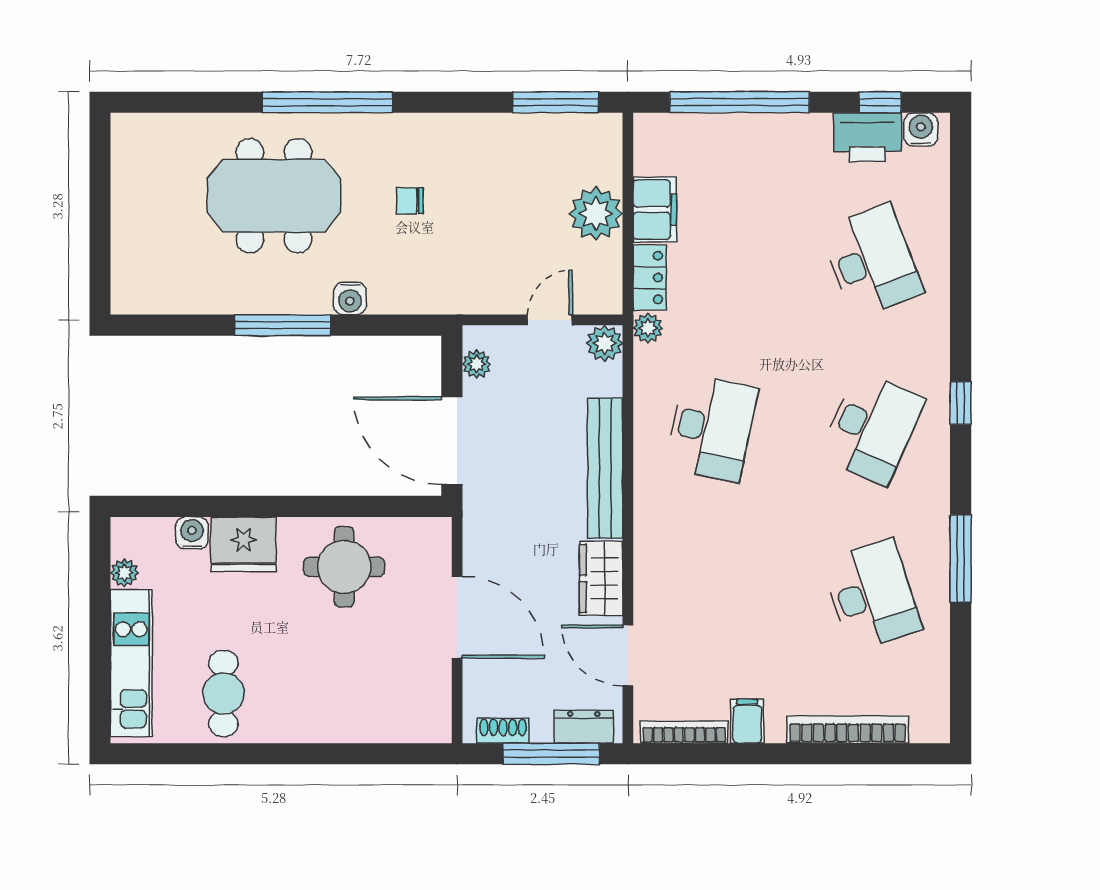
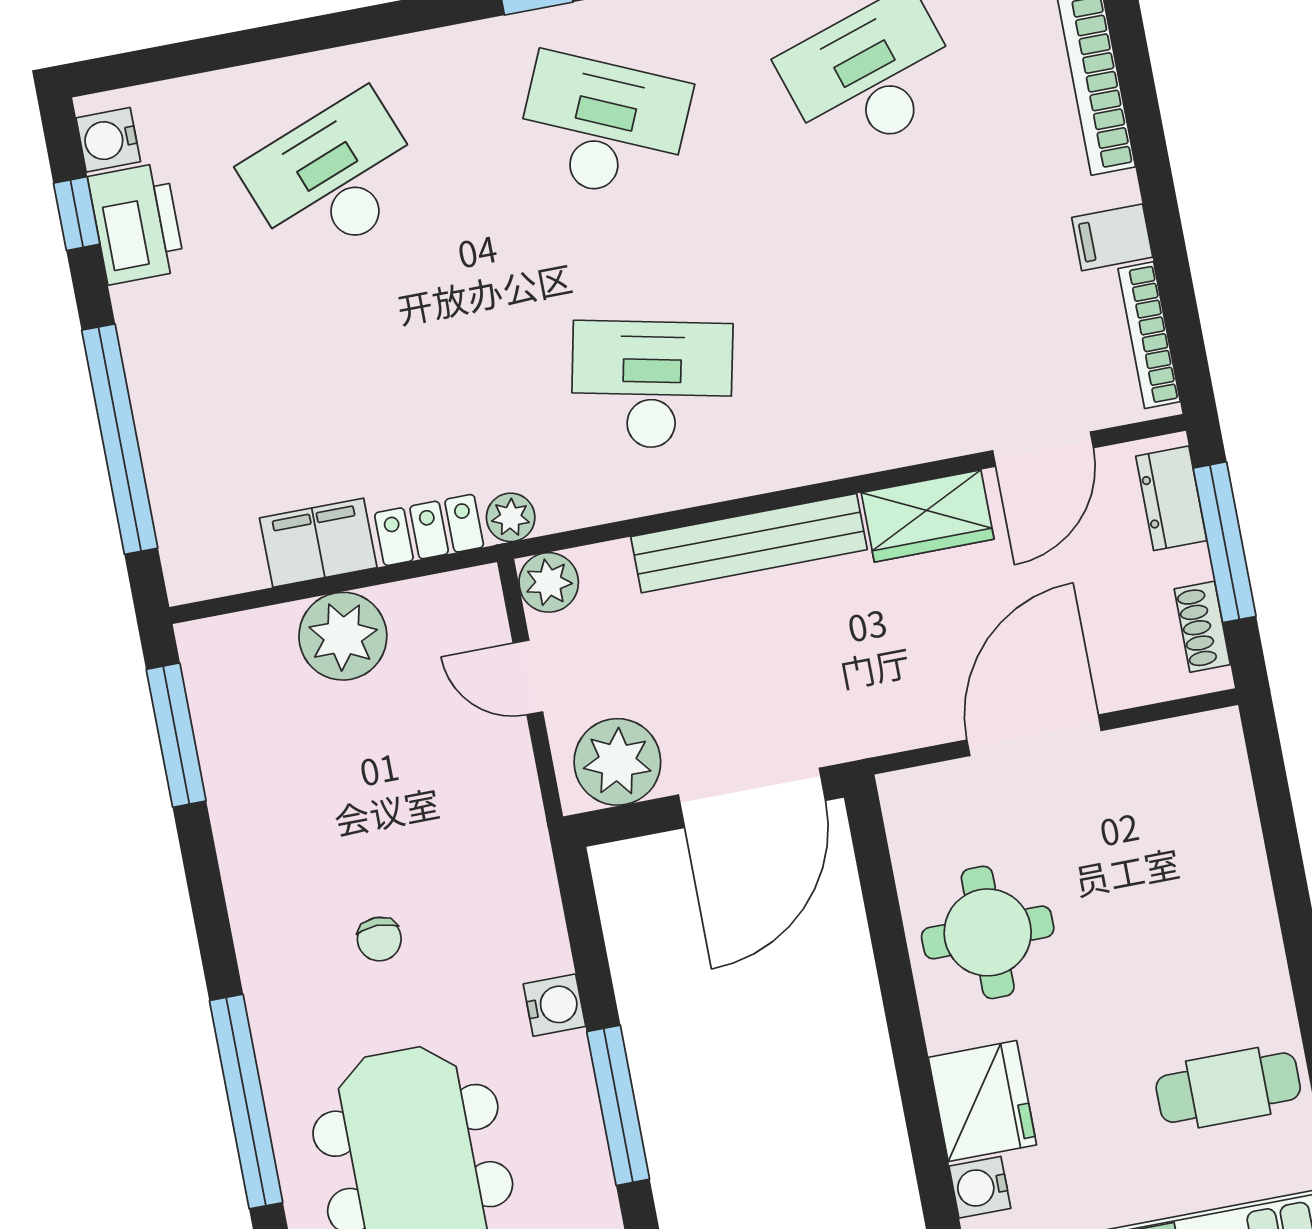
plant: (477, 364) -> (617, 762), width x1.87, depth x1.87

